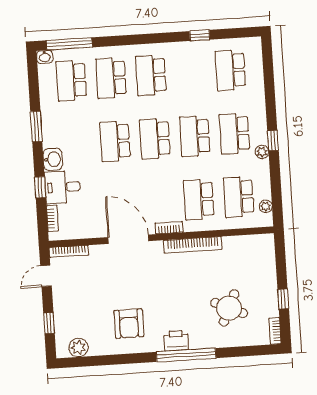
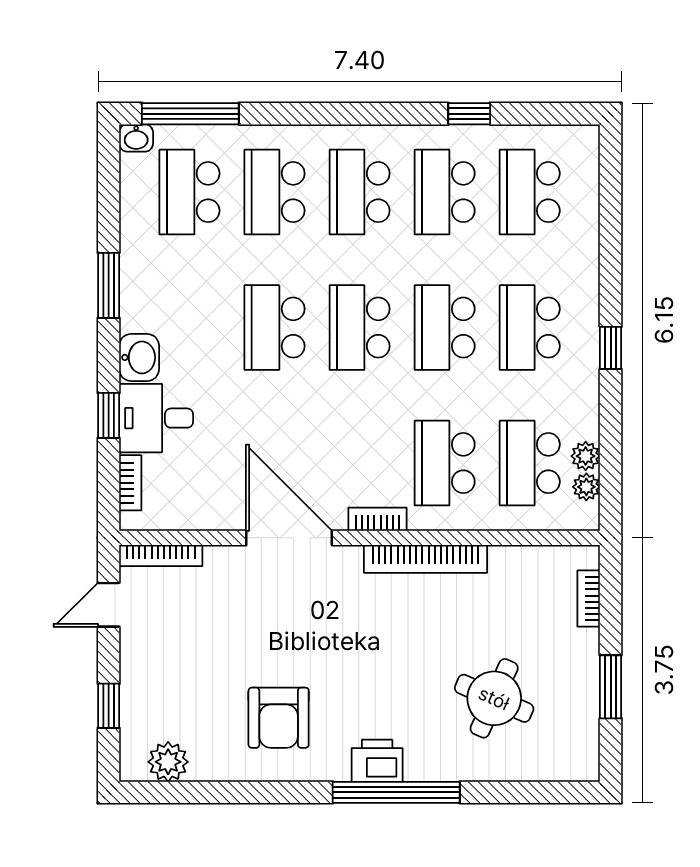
school desk: (191, 73) -> (445, 192), added
plant: (262, 152) -> (586, 456), moved
window: (283, 299) -> (611, 687), width x1.50
bookcase: (275, 331) -> (589, 599), moved

